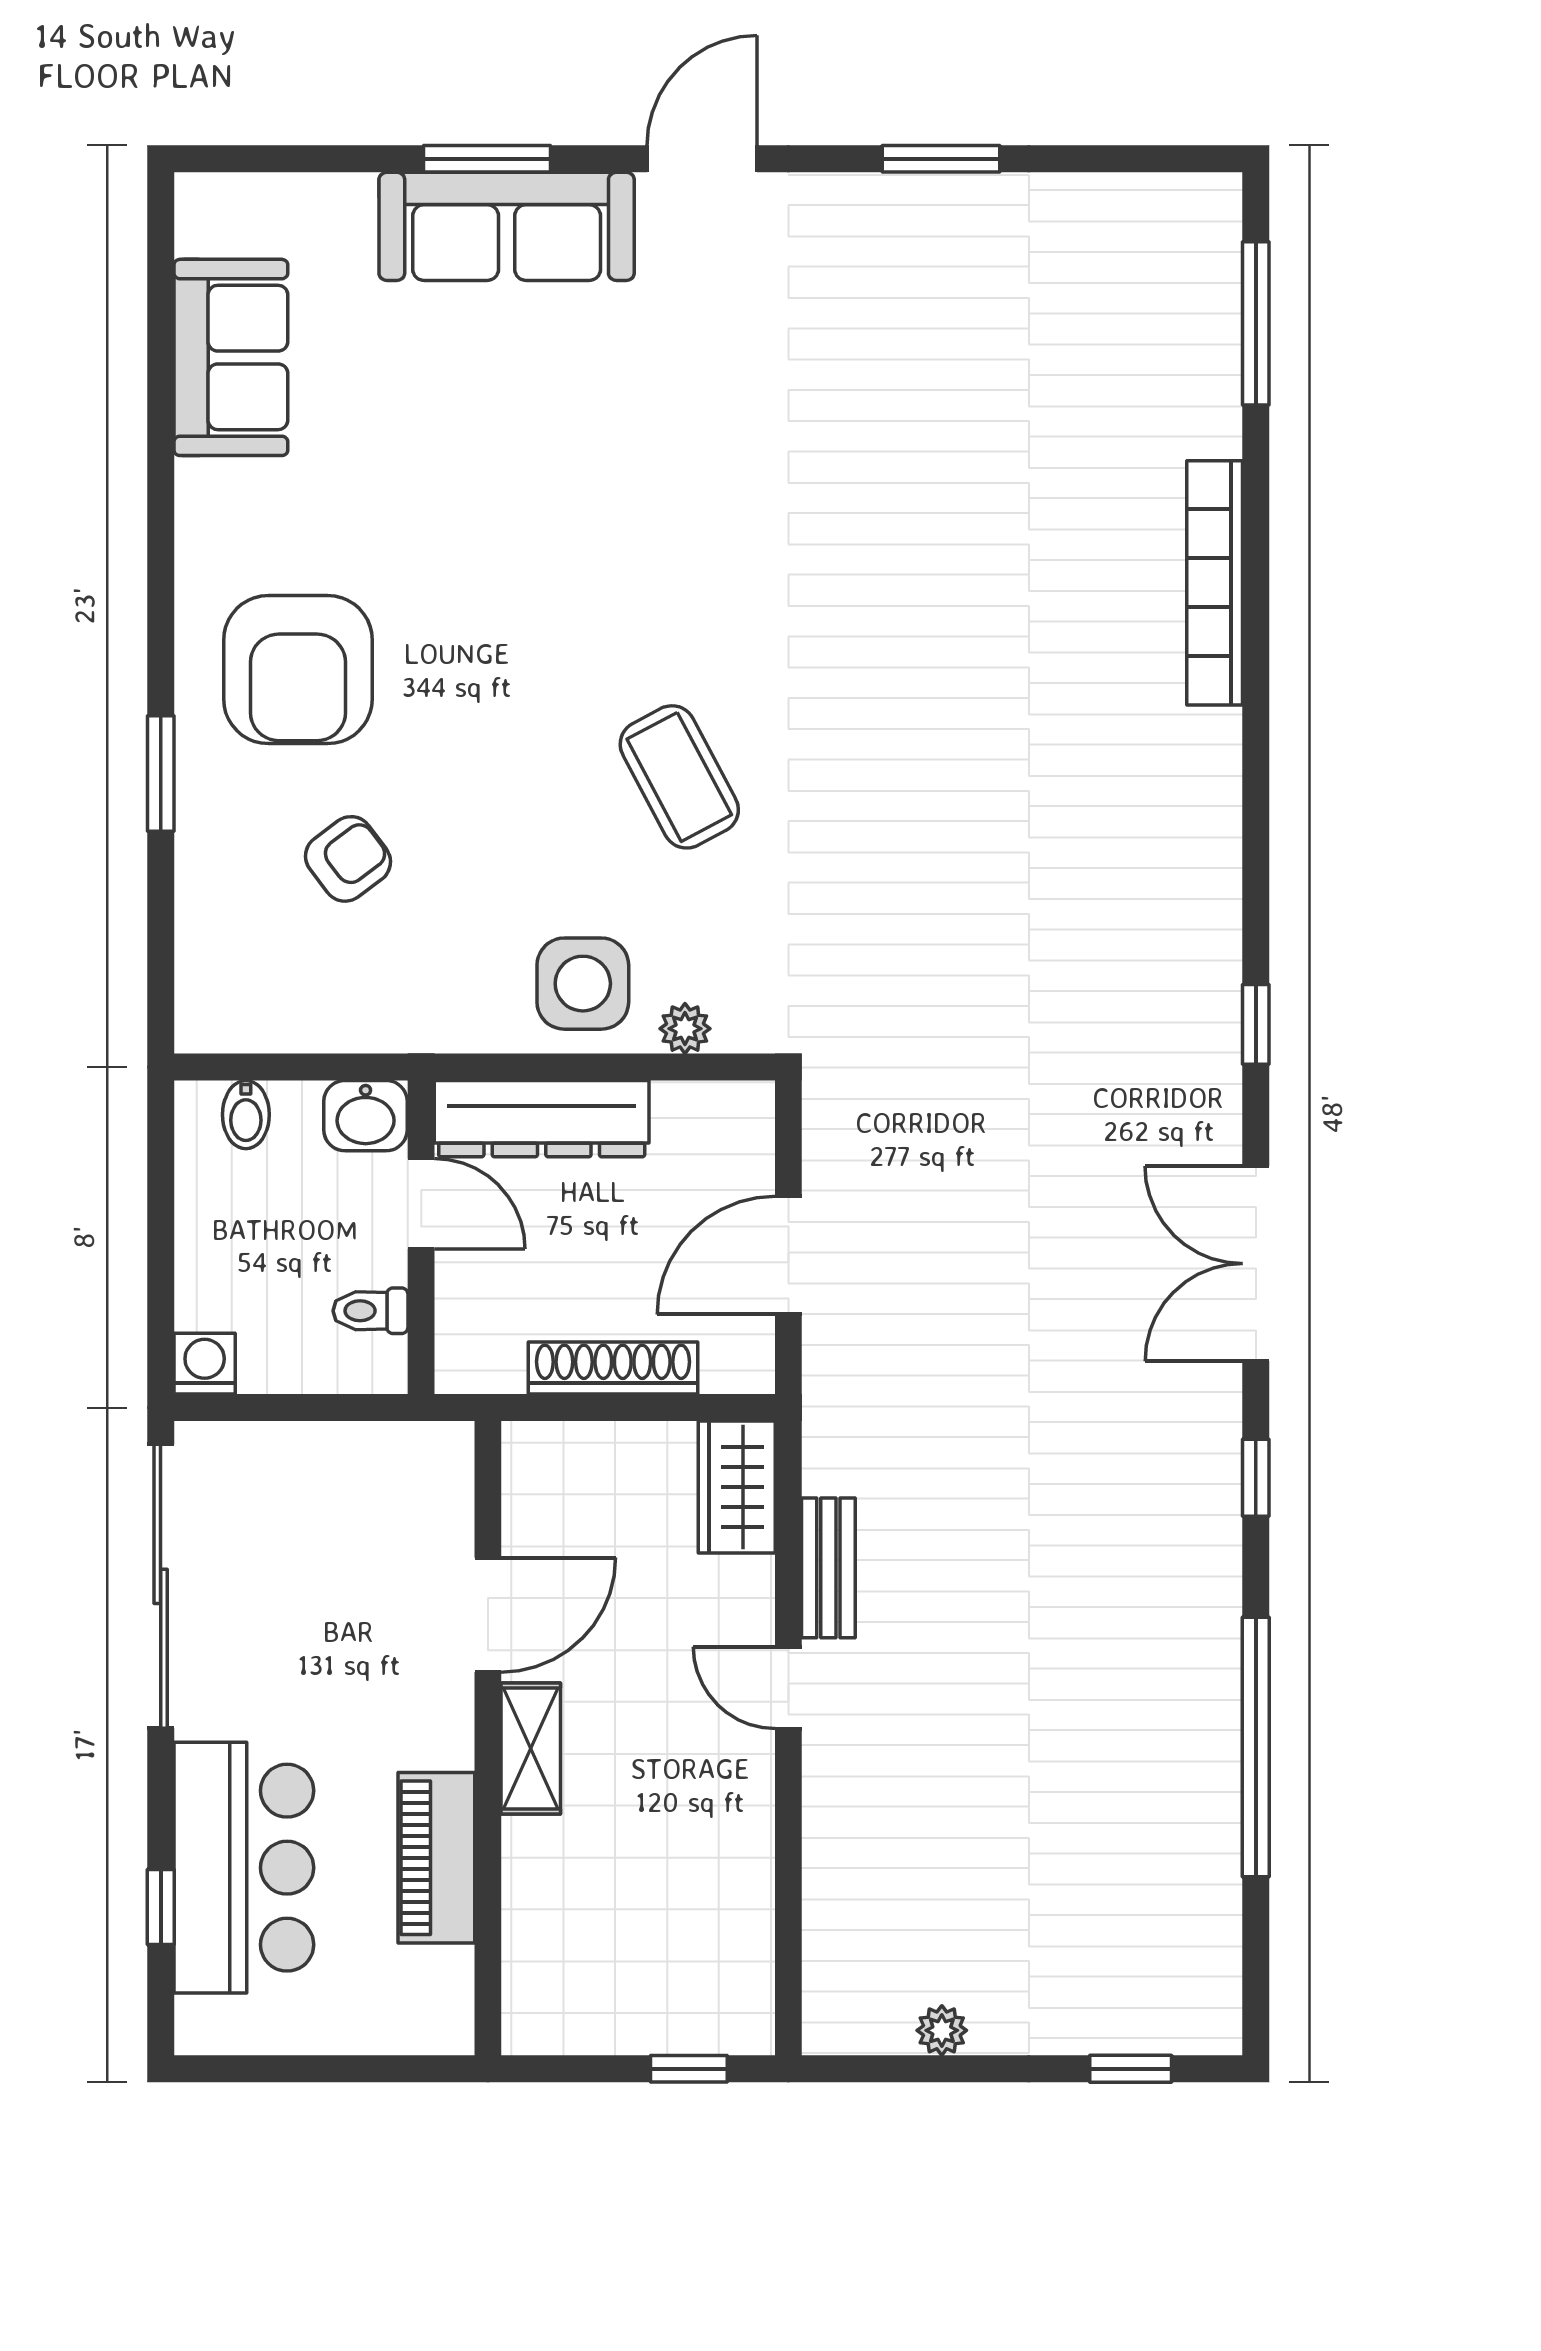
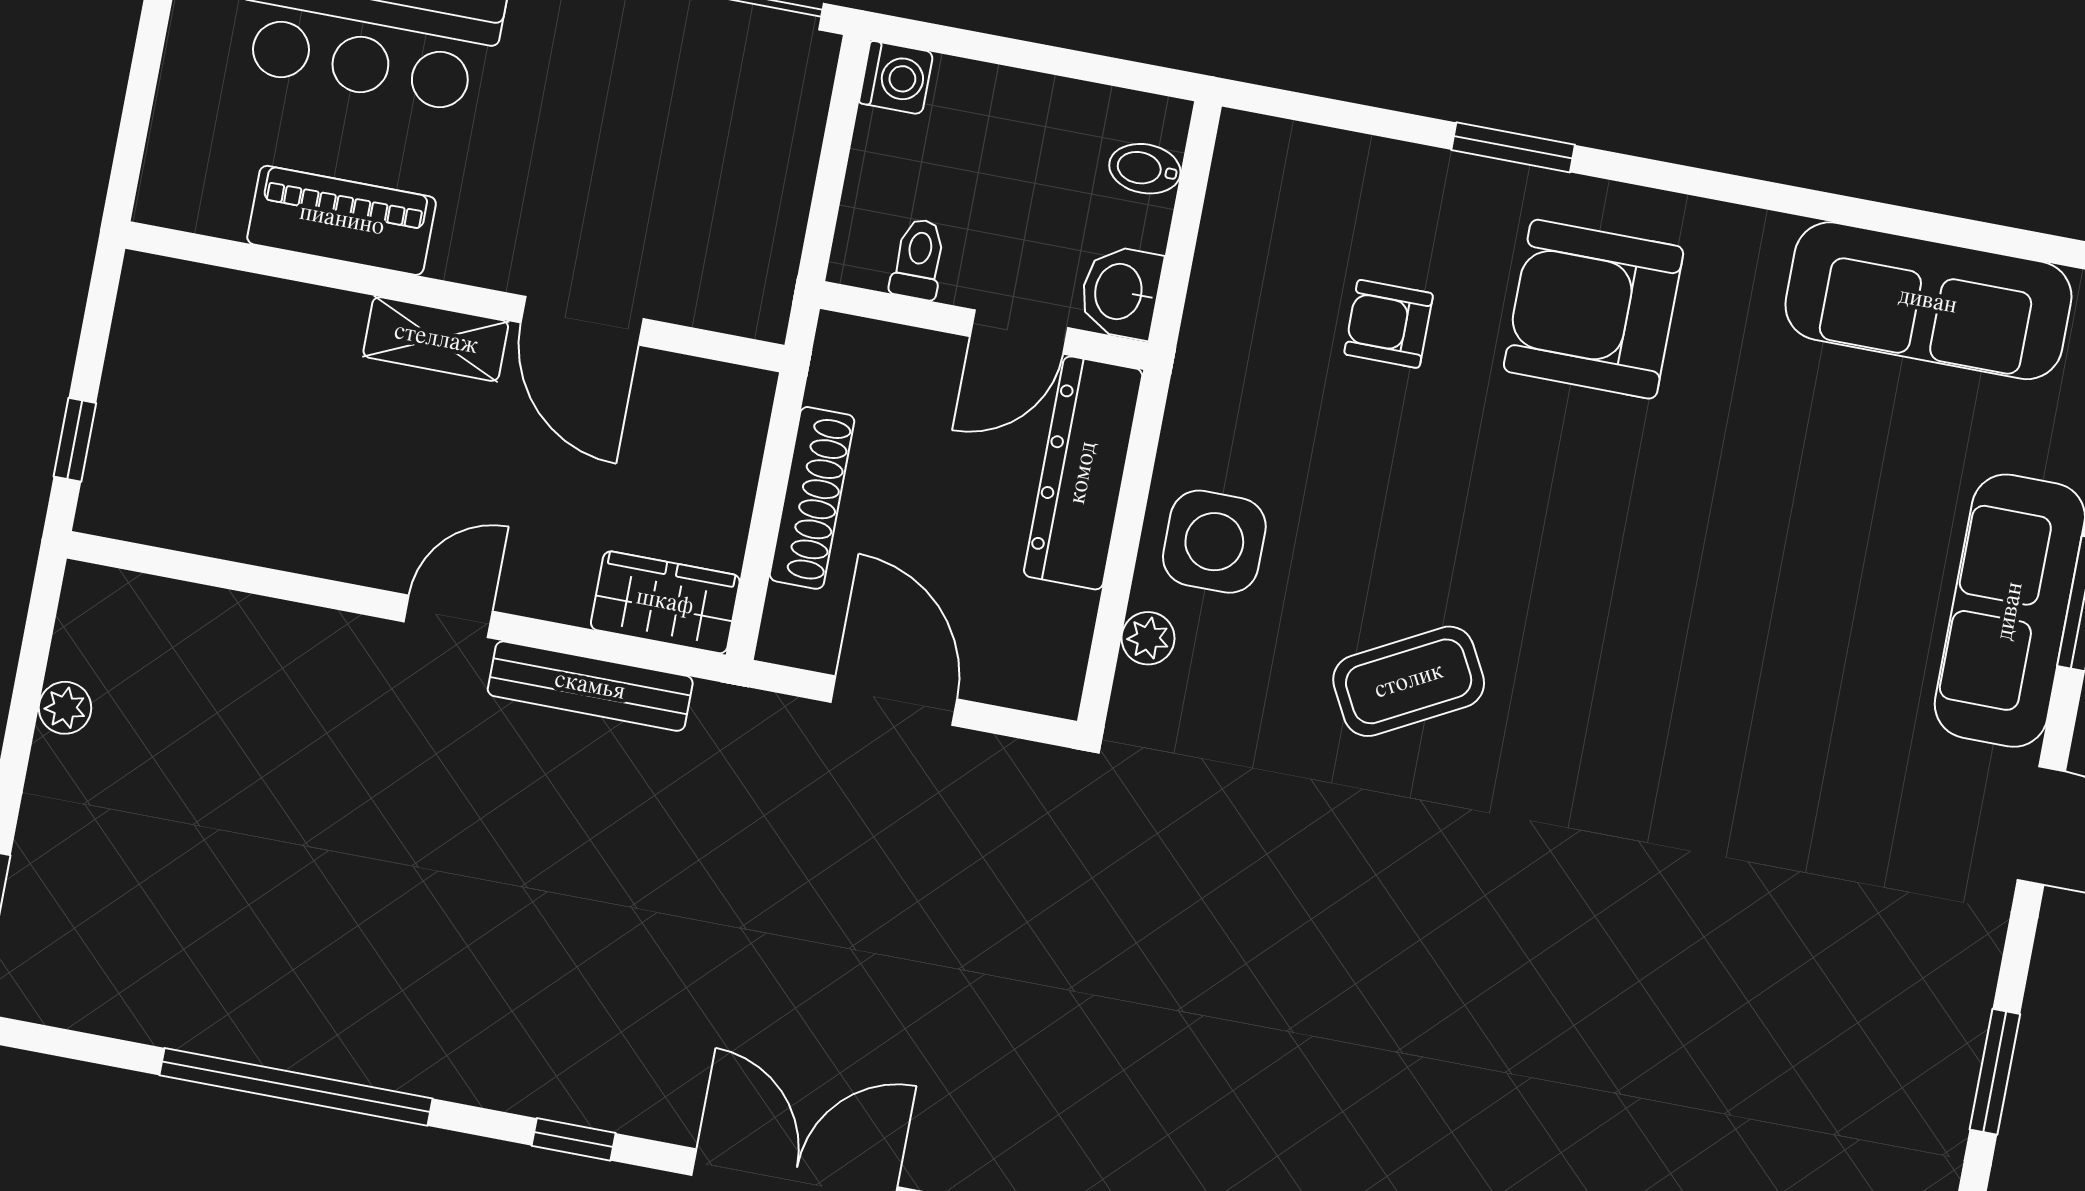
sofa: (231, 357) -> (1928, 301), width x1.36
armchair: (348, 859) -> (1389, 324), turned 127
bench: (828, 1568) -> (590, 686), width x1.36

